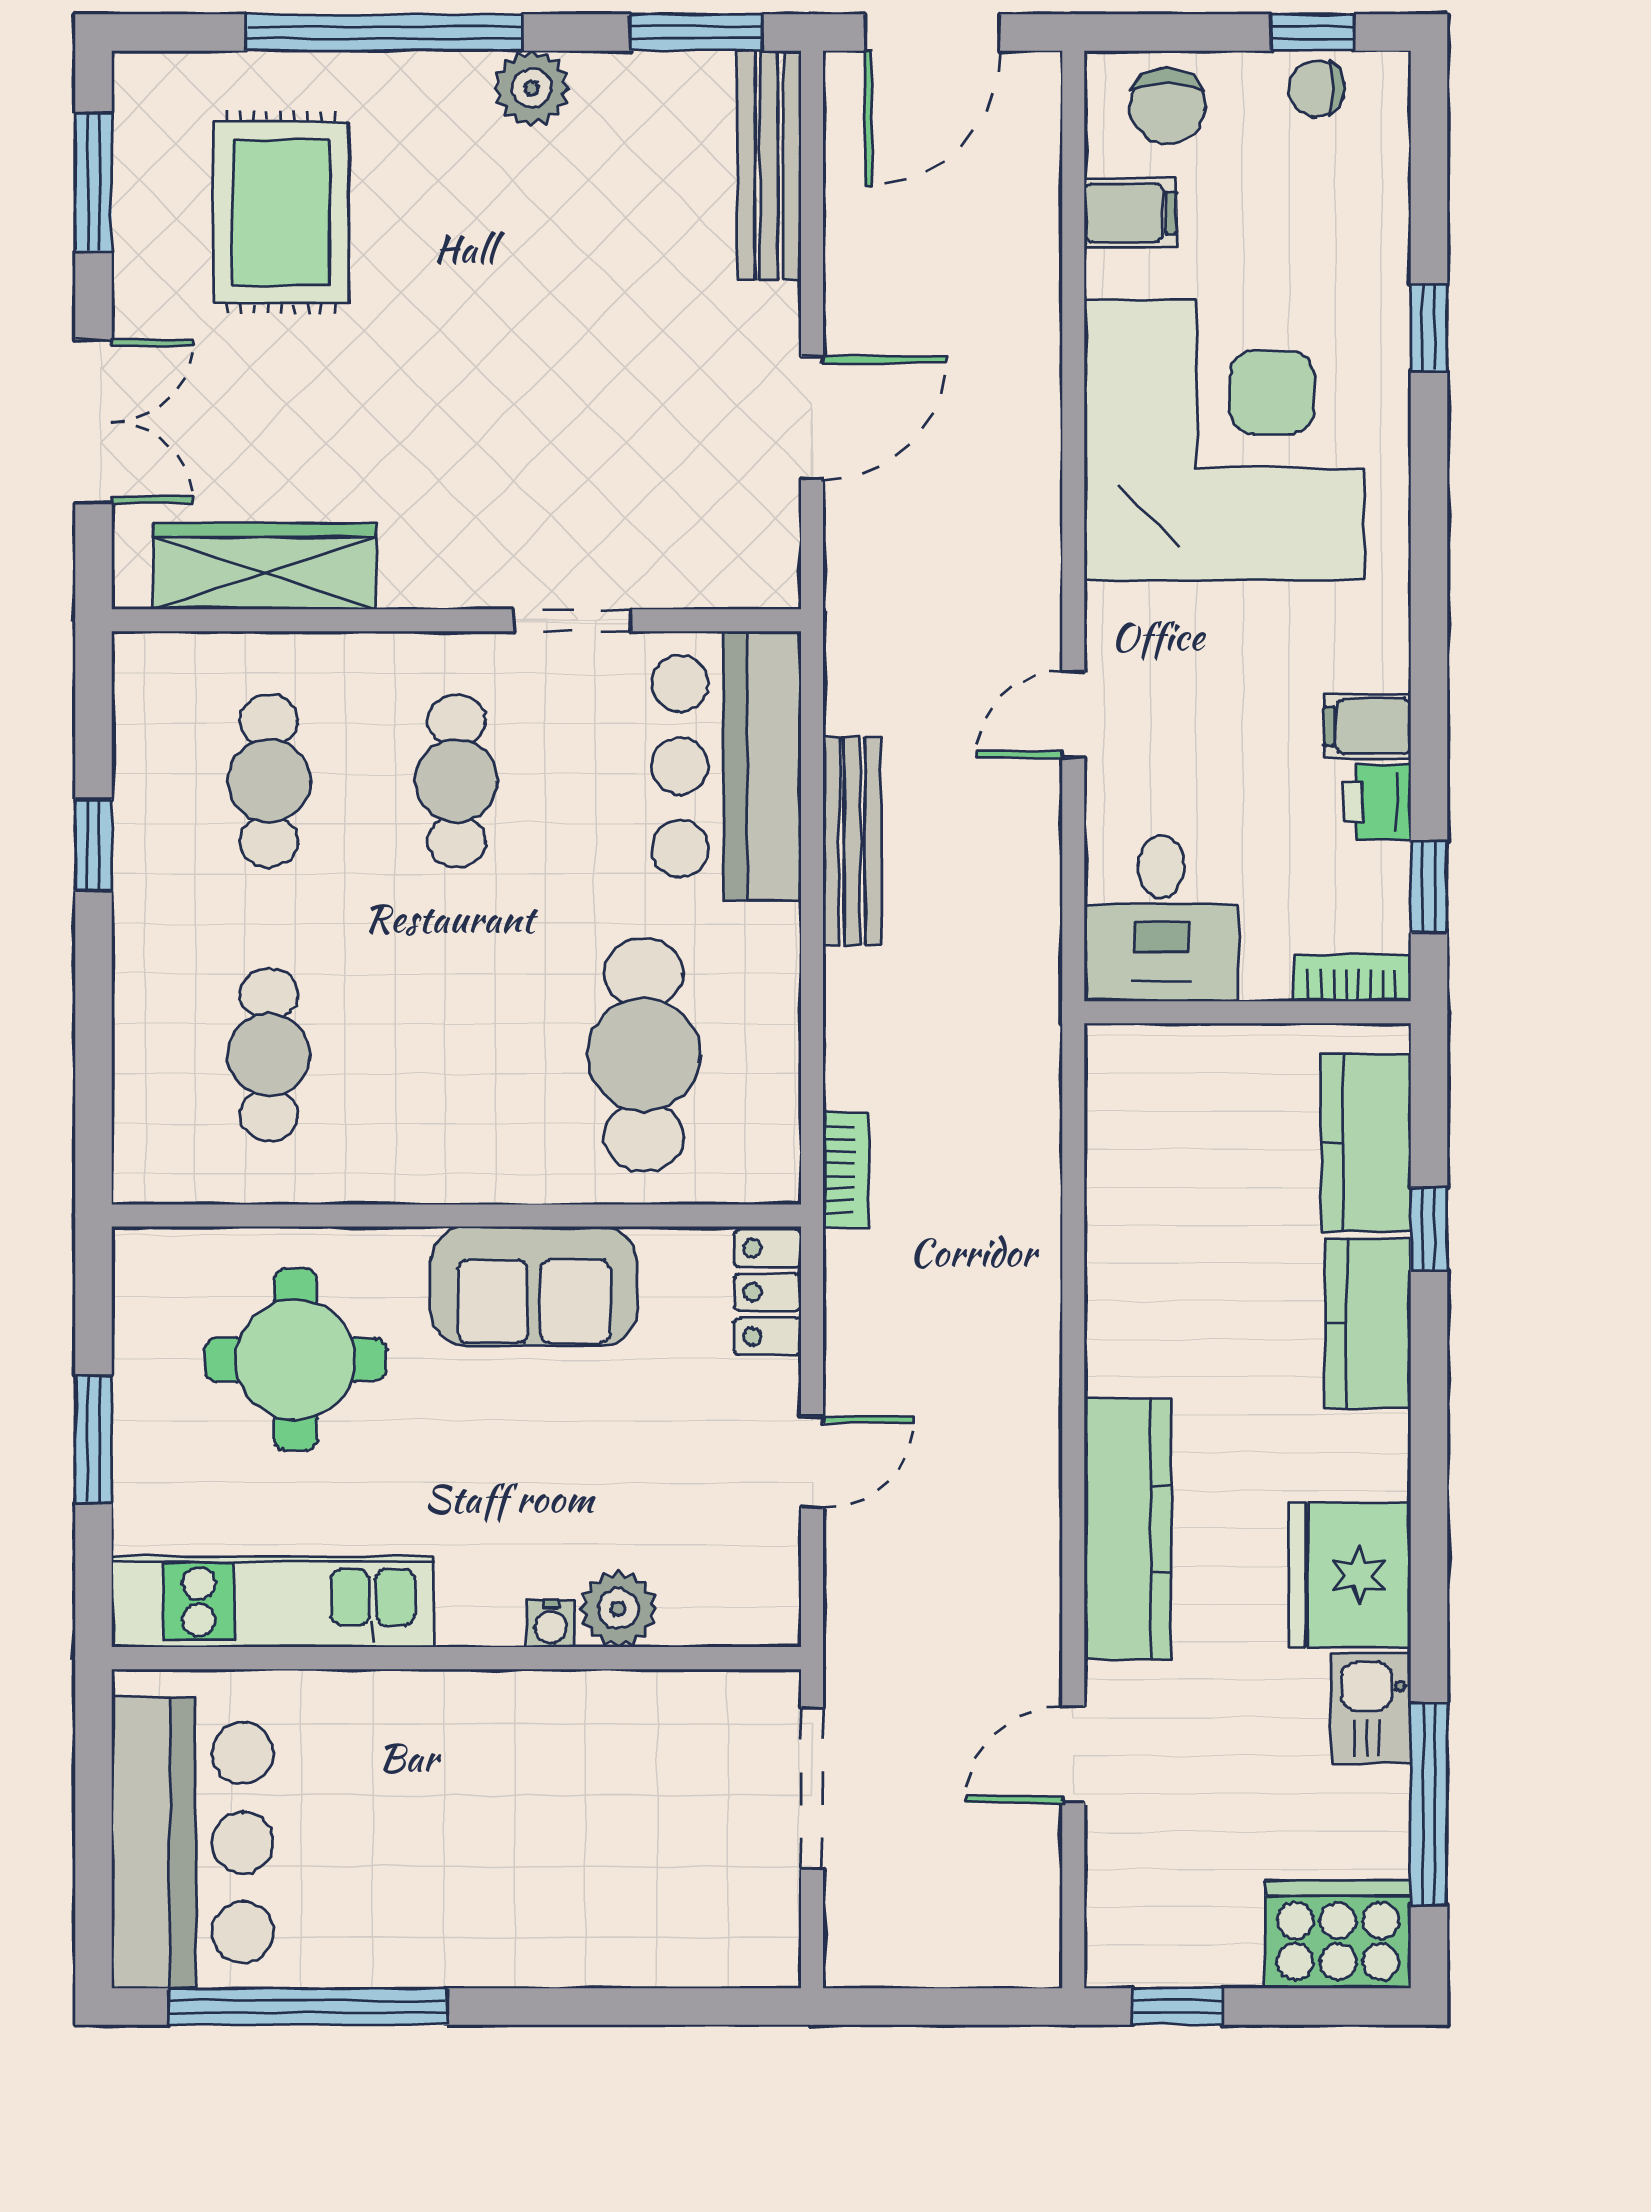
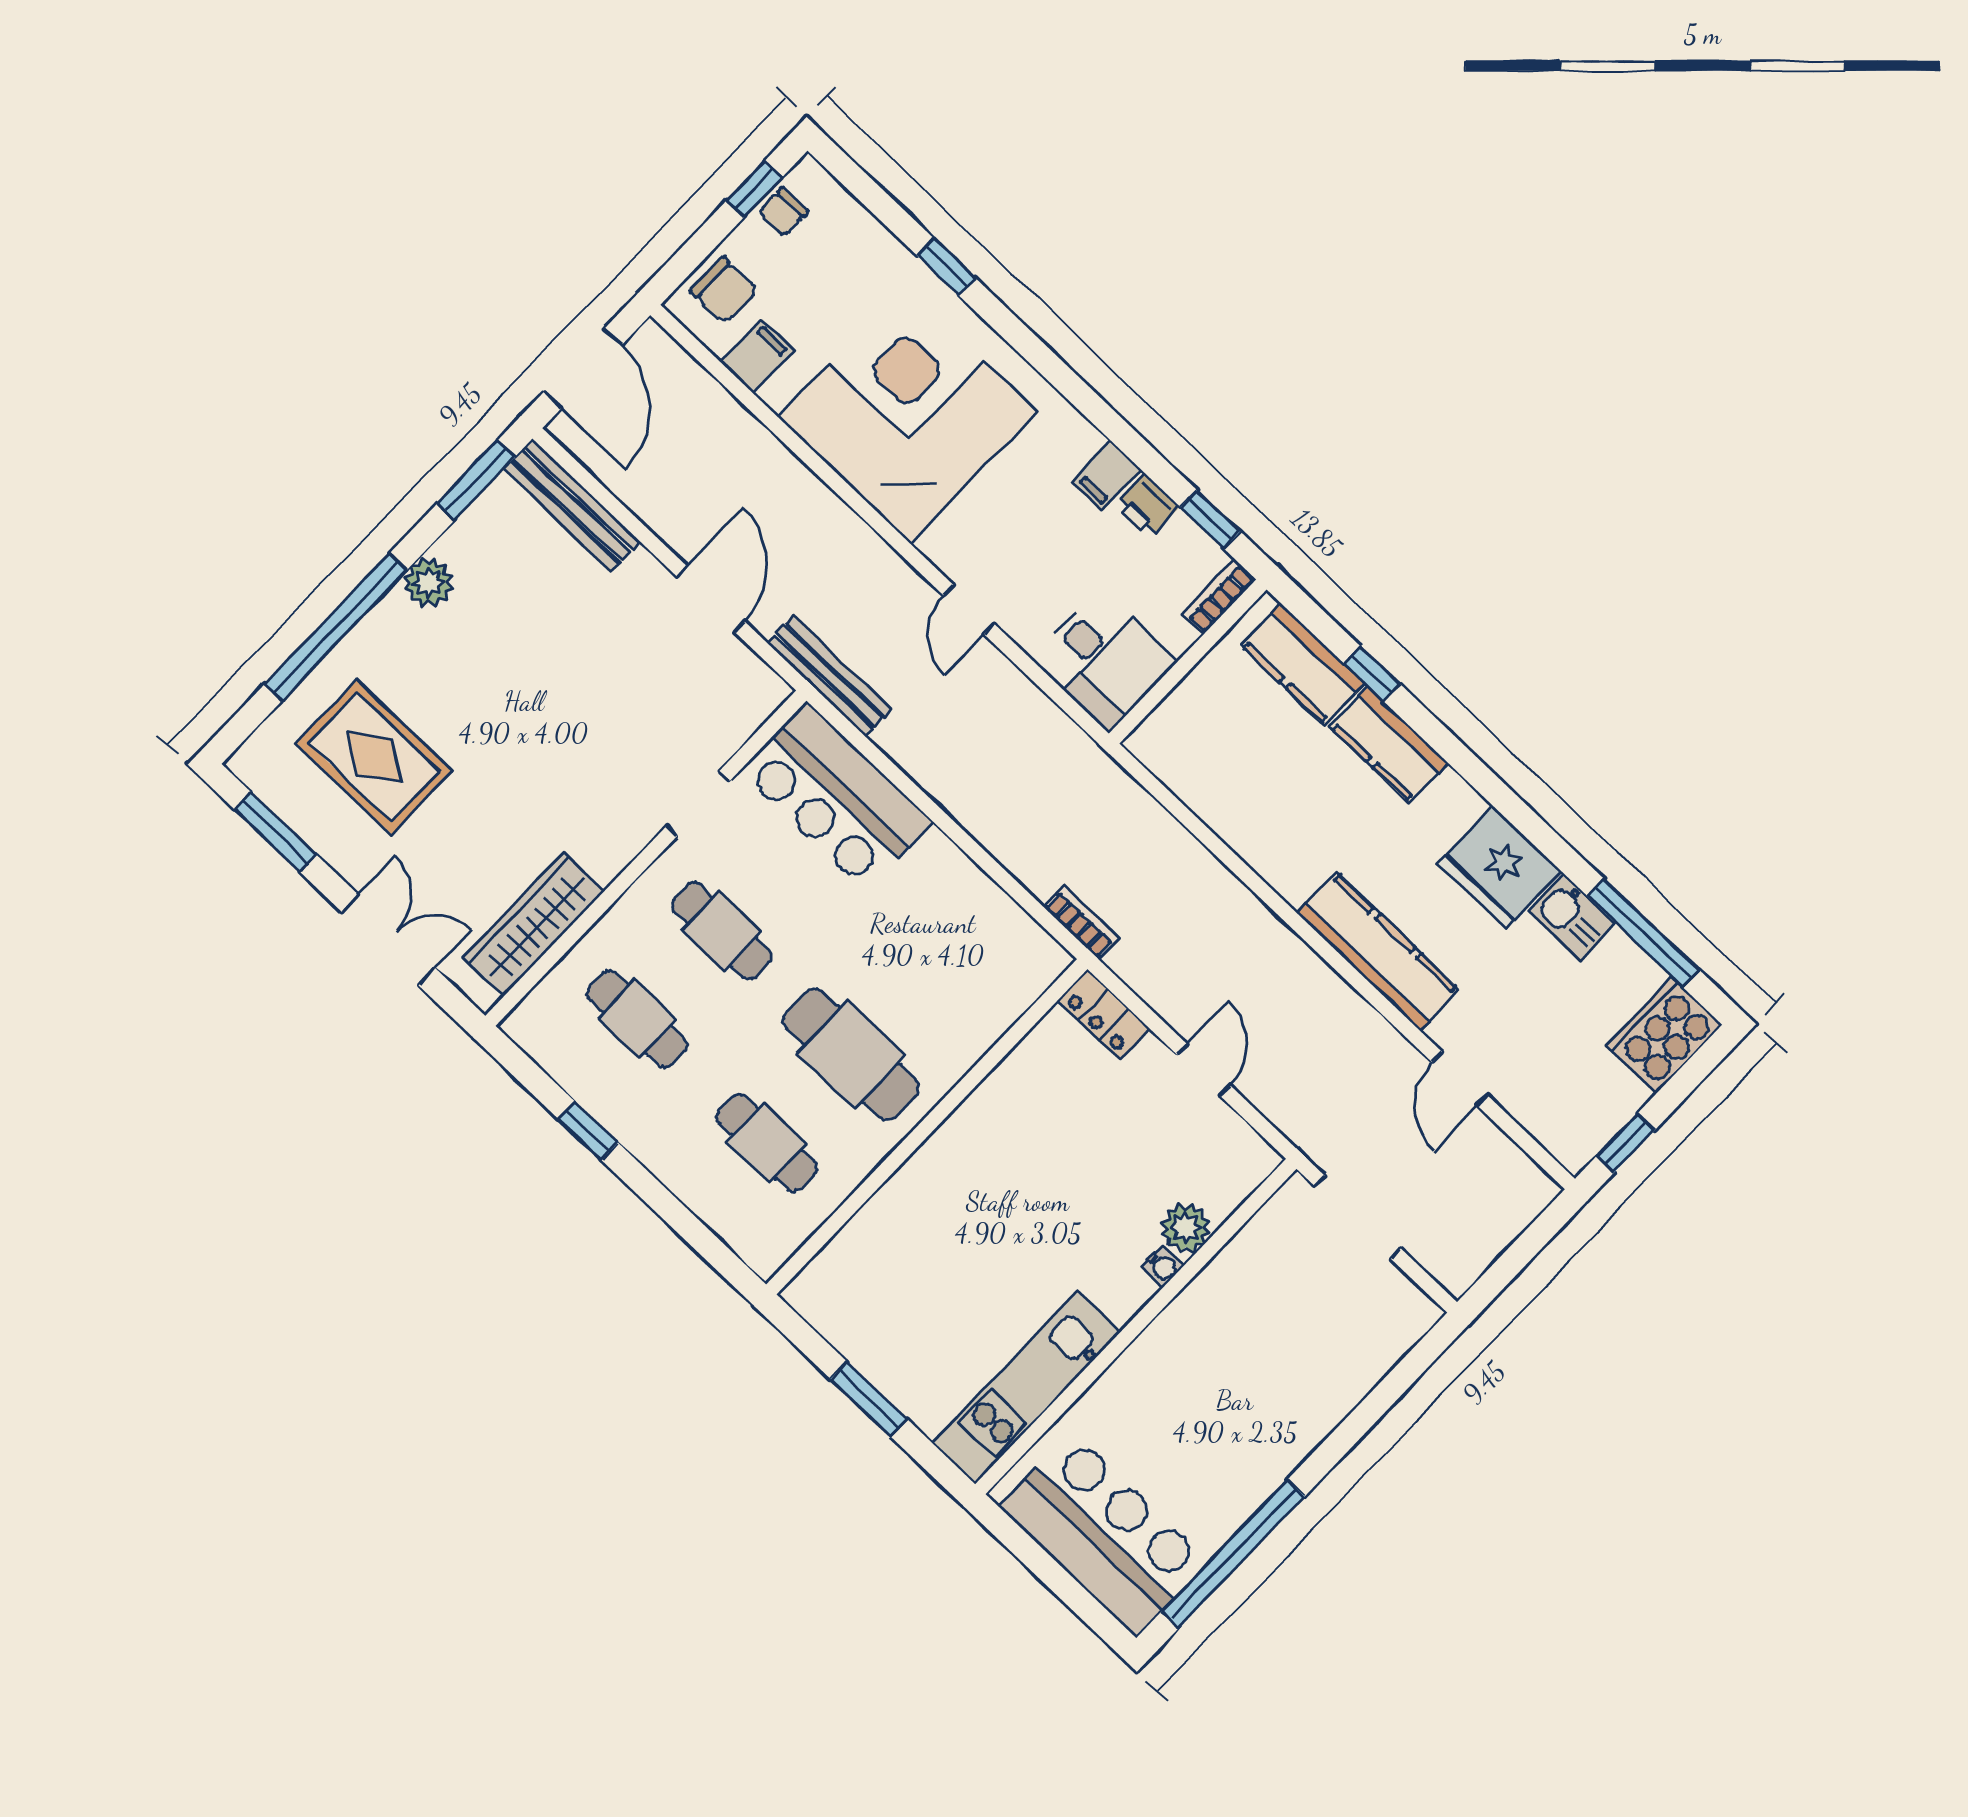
bench: (852, 841) -> (829, 676), moved
cafe table: (644, 1055) -> (851, 1054), moved
sofa: (534, 1286) -> (995, 1122), removed
round table: (296, 1360) -> (922, 1268), removed

